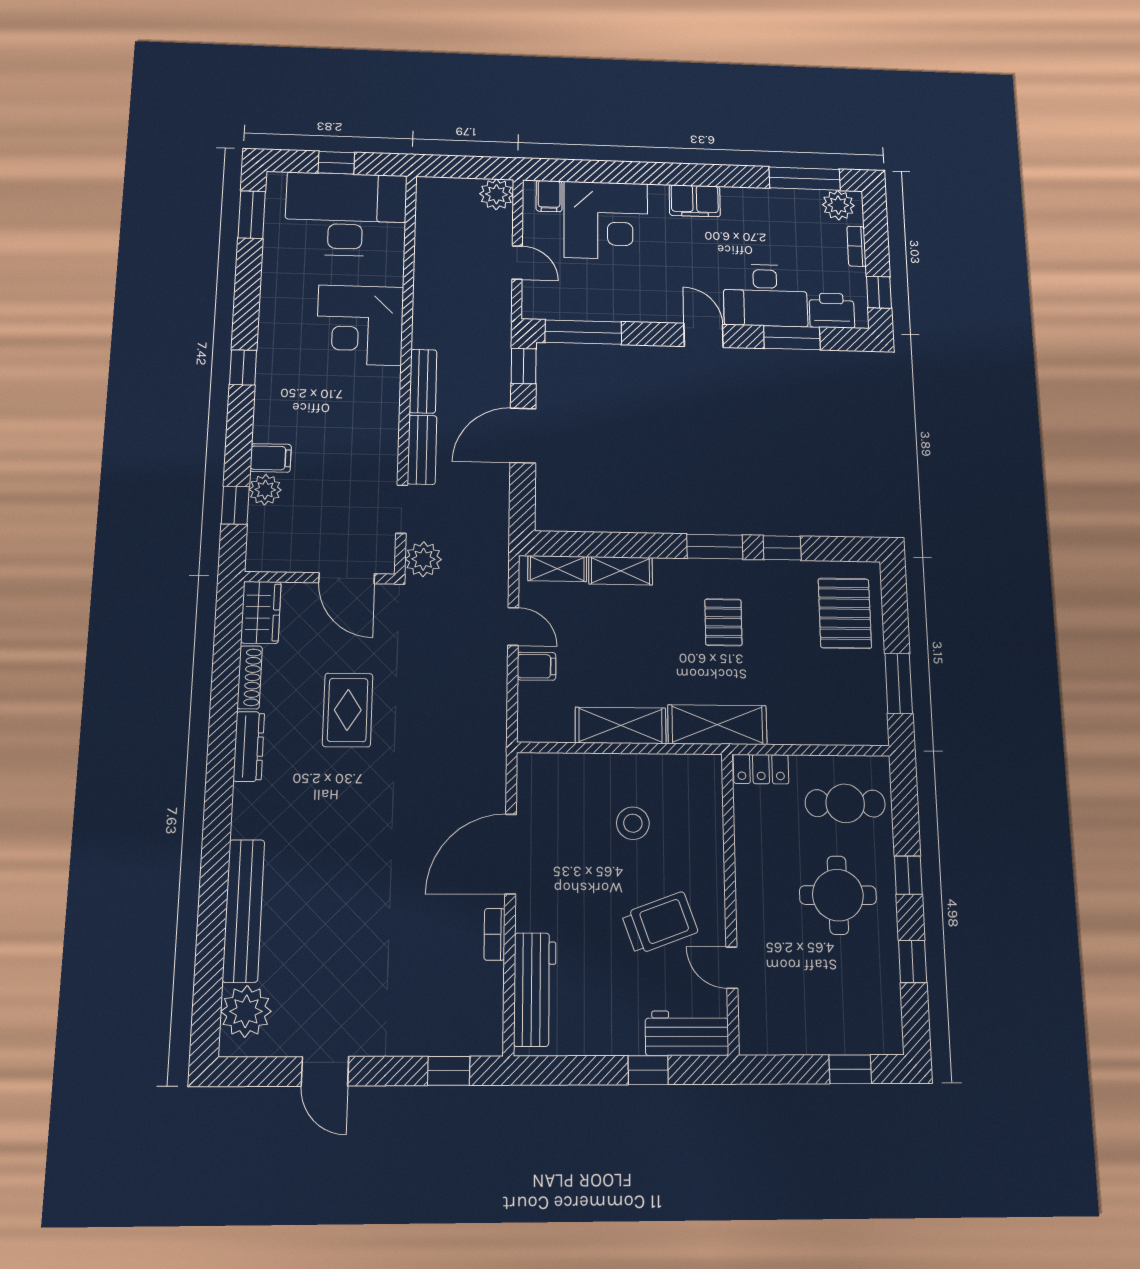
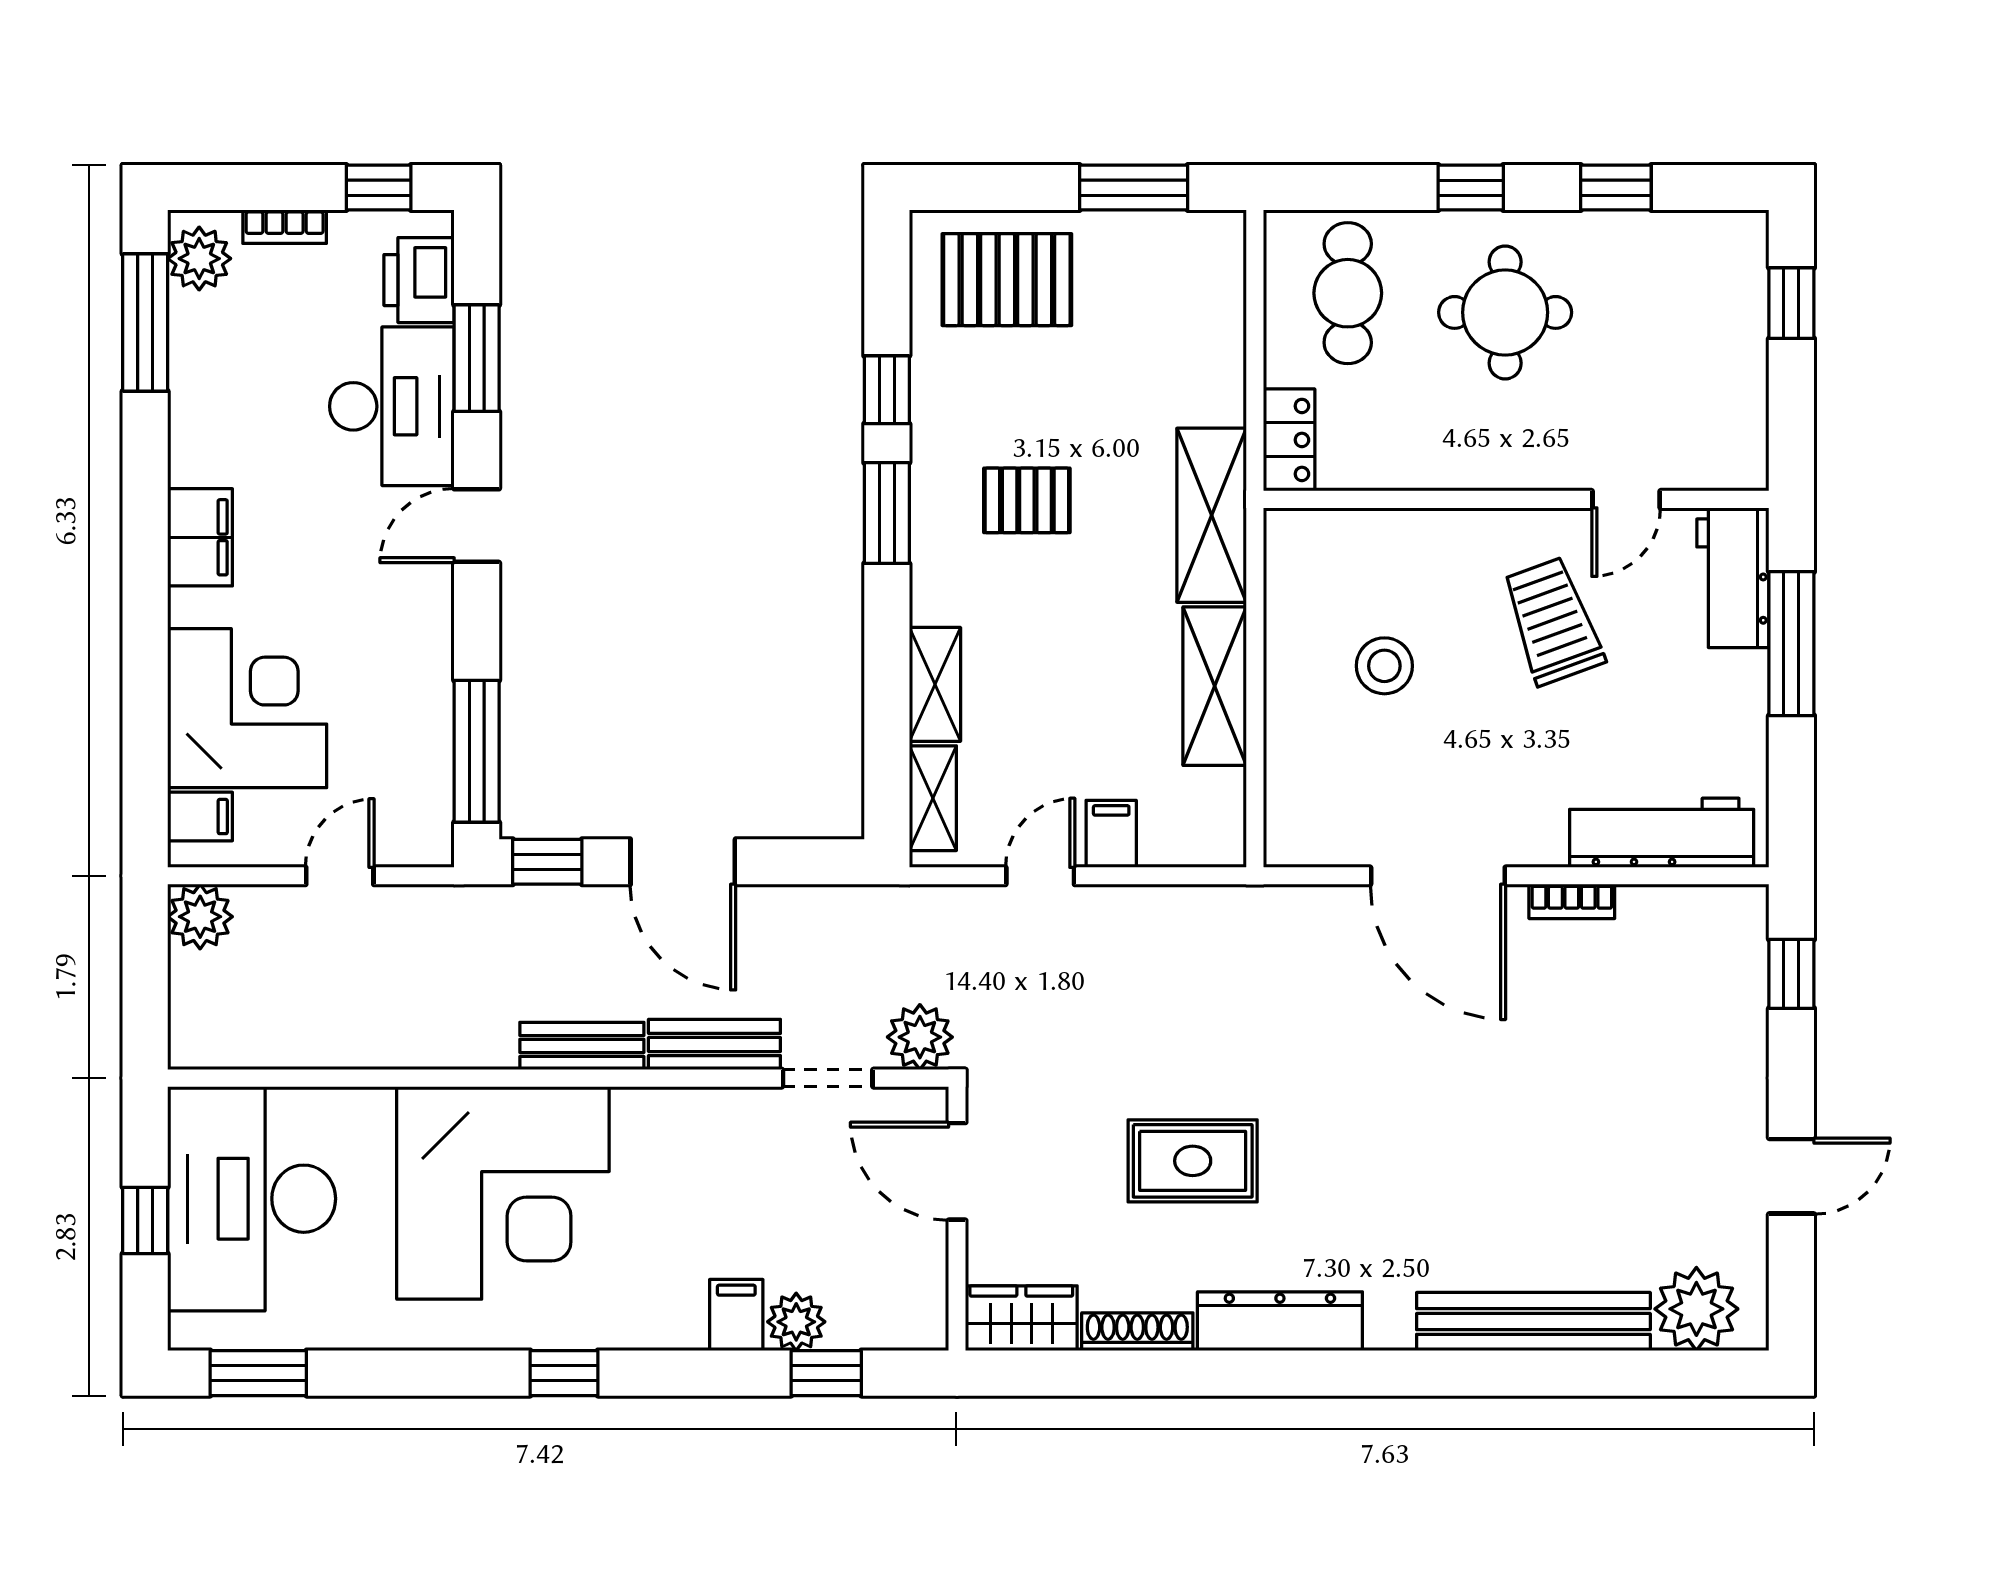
corner desk: (360, 325) -> (503, 1193), width x1.36, depth x1.36
door: (347, 578) -> (957, 1171), swing flipped
dresser: (249, 746) -> (1280, 1321), width x1.37, depth x1.24
window: (648, 1070) -> (1791, 644), width x2.17

